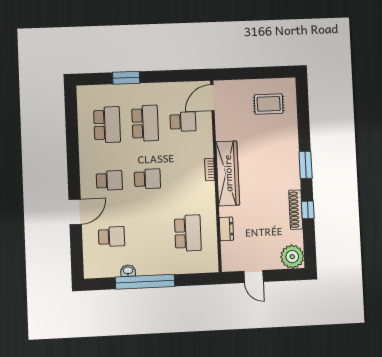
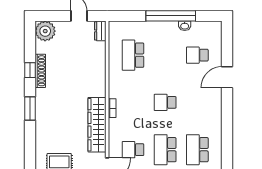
wardrobe: (228, 173) -> (97, 125), moved
school desk: (109, 180) -> (197, 102), removed
dresser: (226, 229) -> (100, 31), moved

